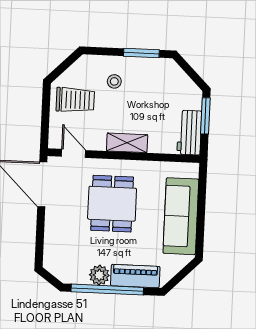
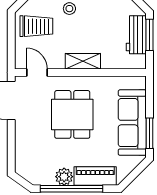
workbench: (189, 133) -> (136, 35), moved
window: (200, 229) -> (150, 133), added

